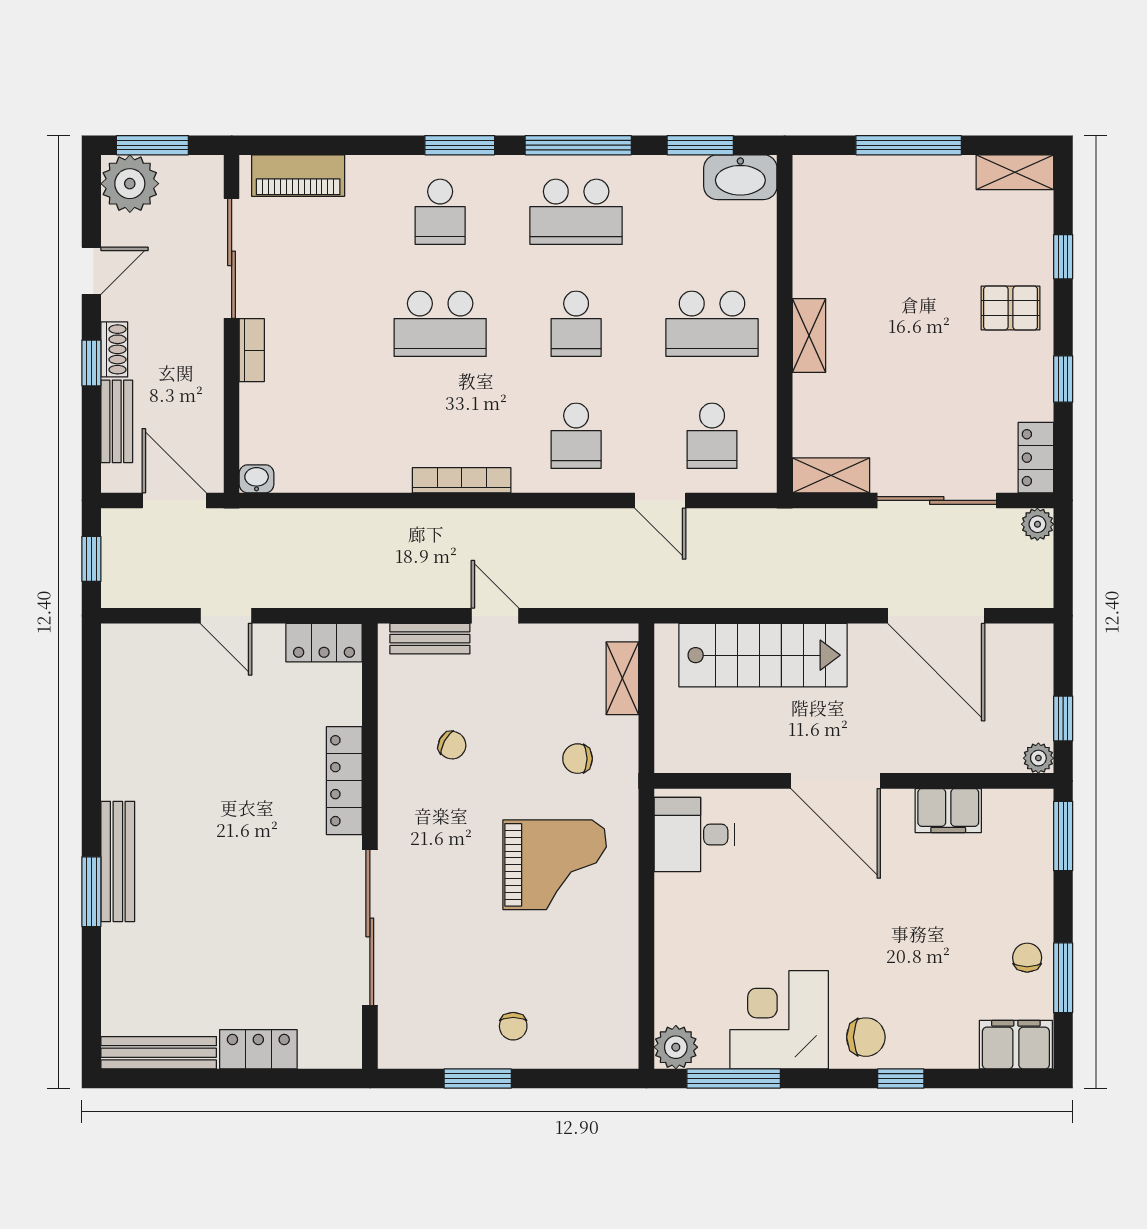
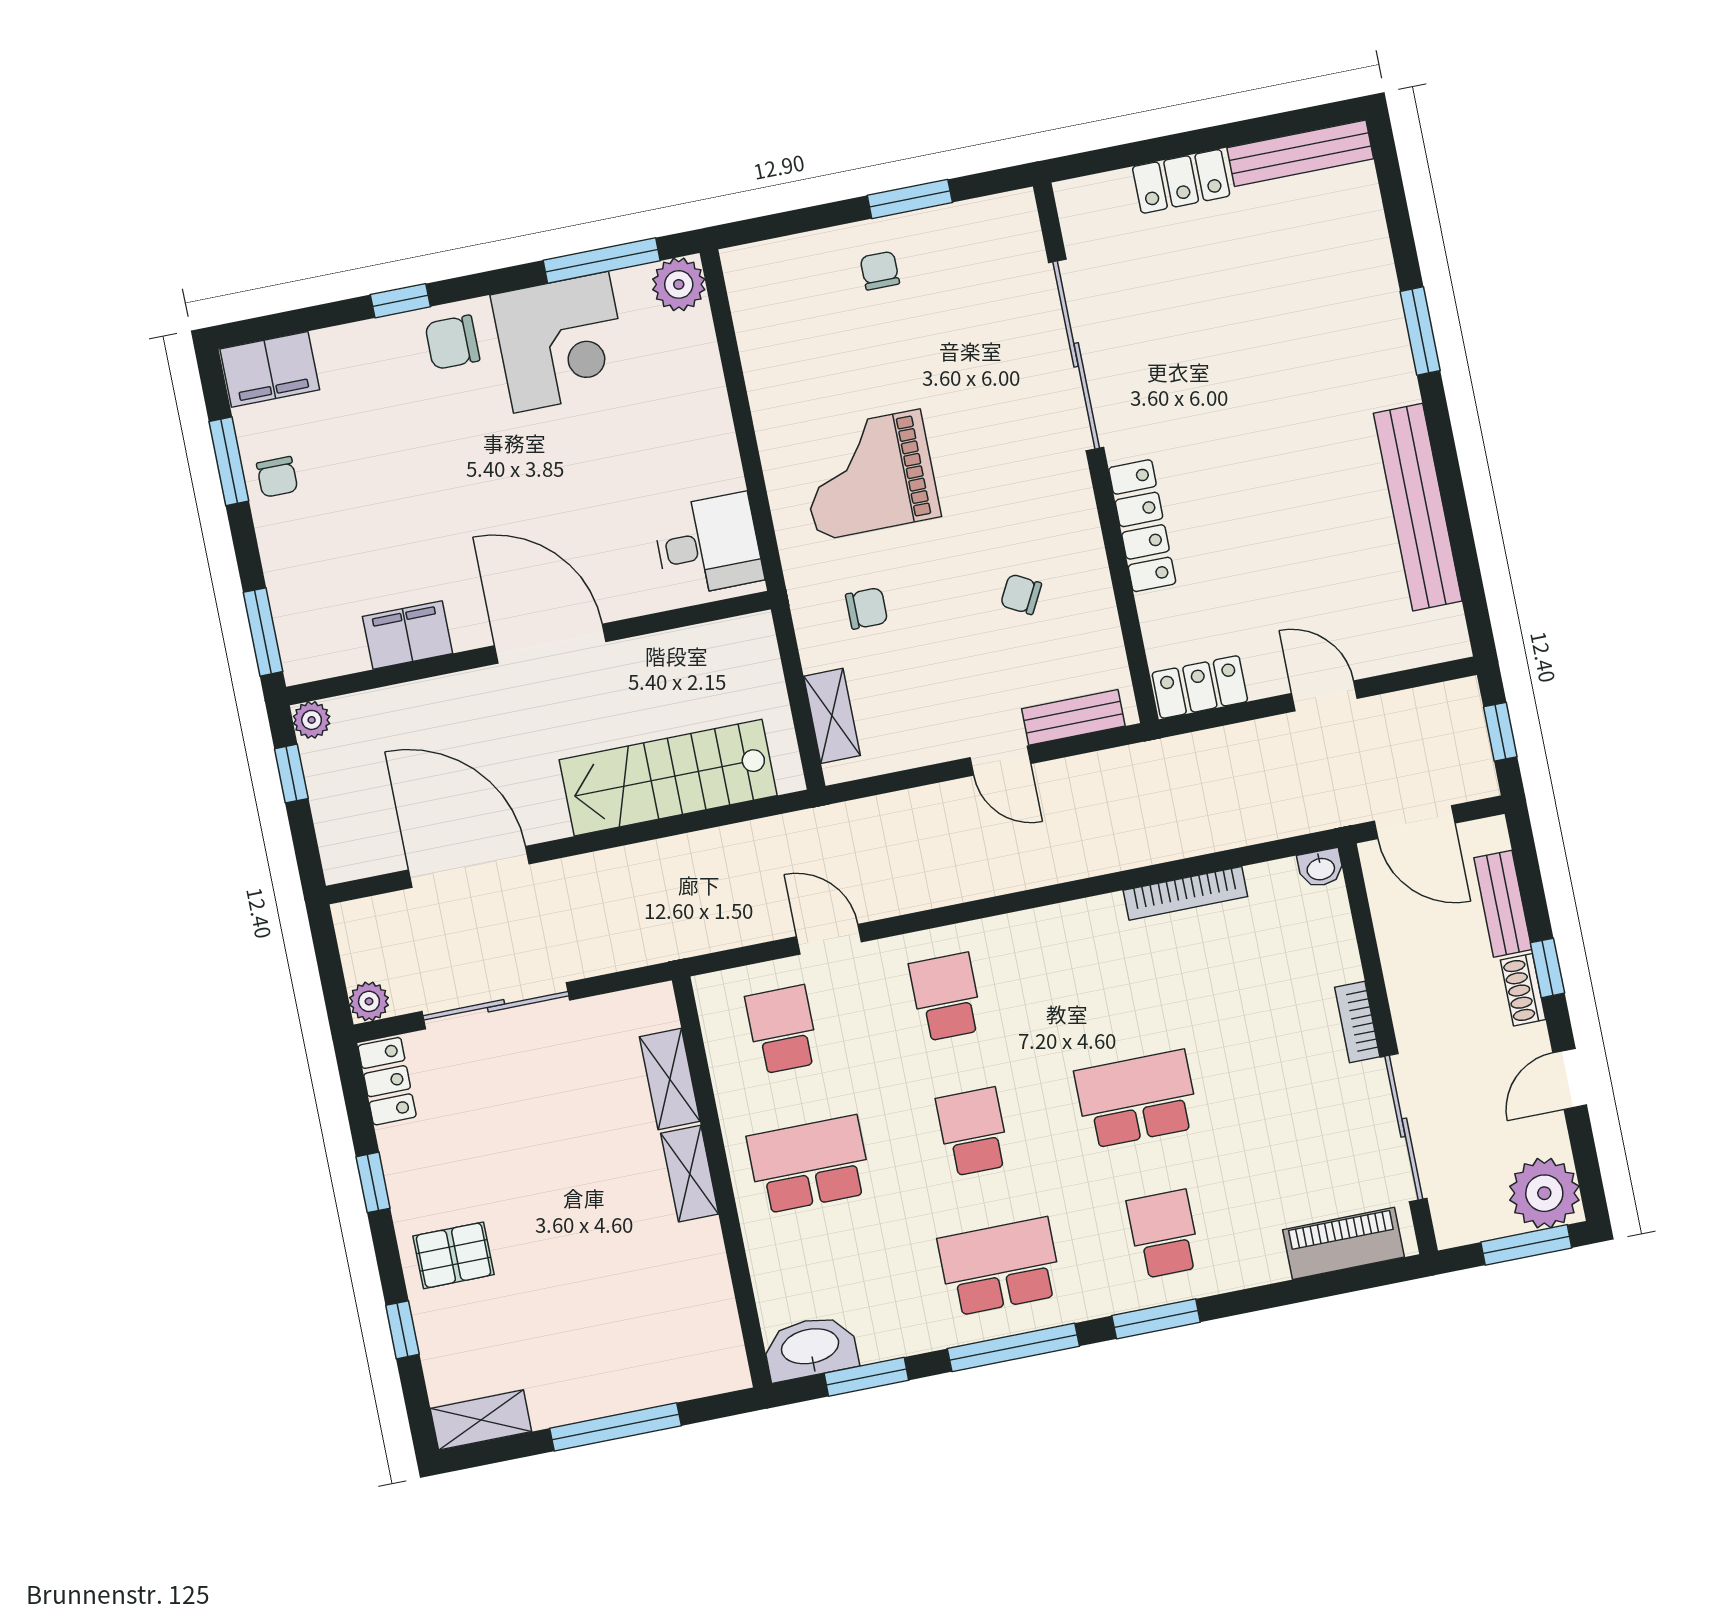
shelving: (831, 475) -> (670, 1079), moved, turned 90
bookcase: (462, 480) -> (1185, 893), moved
bench: (118, 861) -> (1418, 507), moved, width x1.37, depth x1.21

